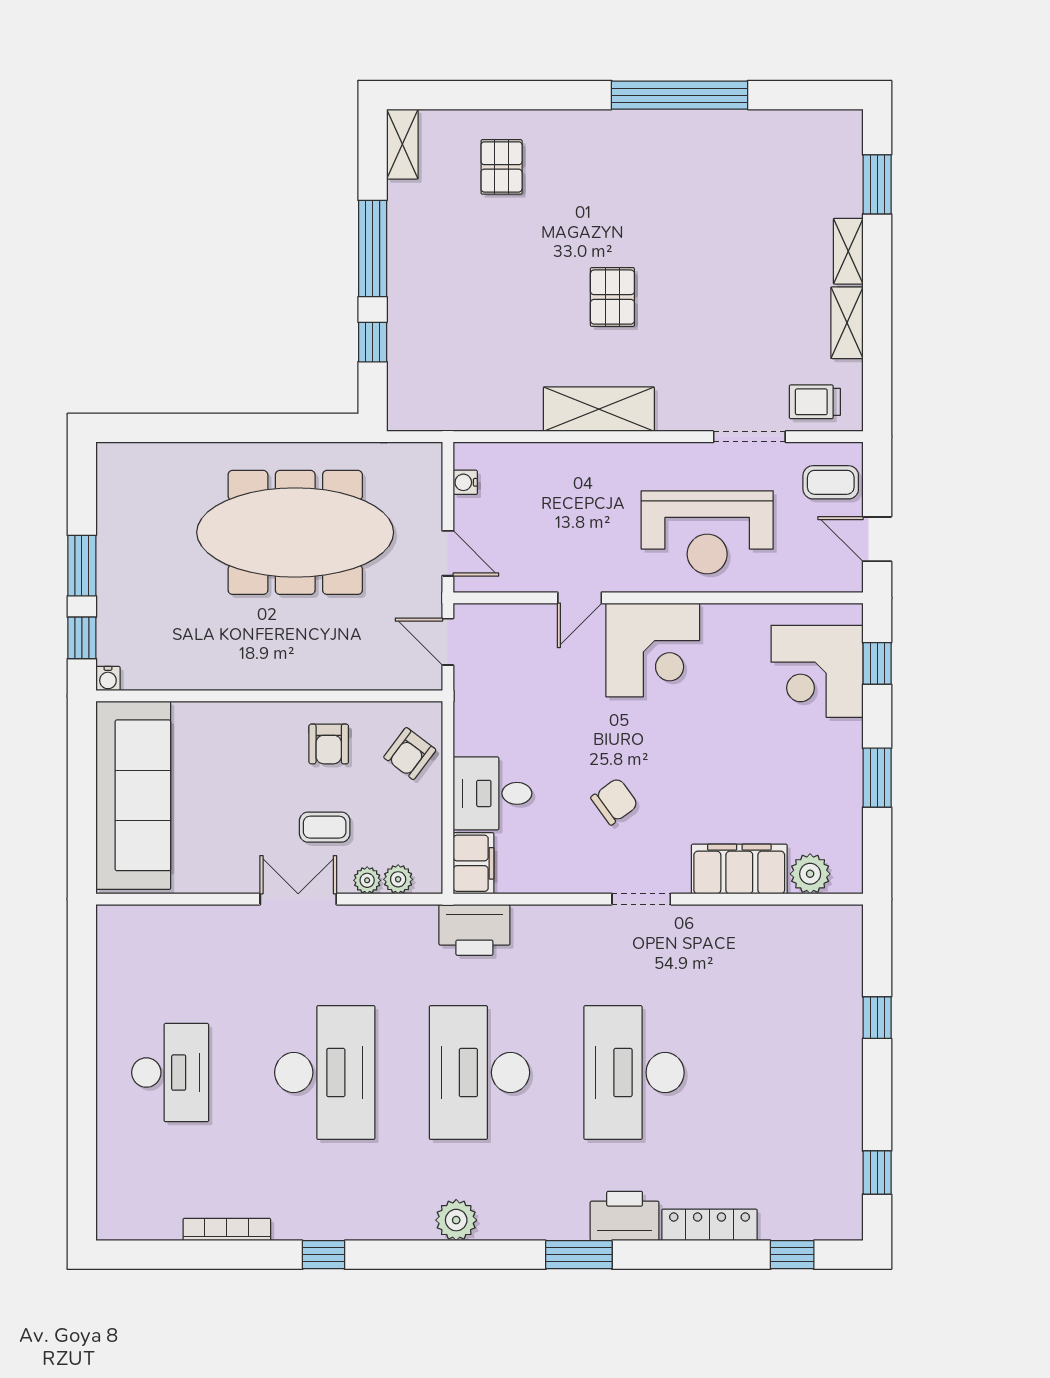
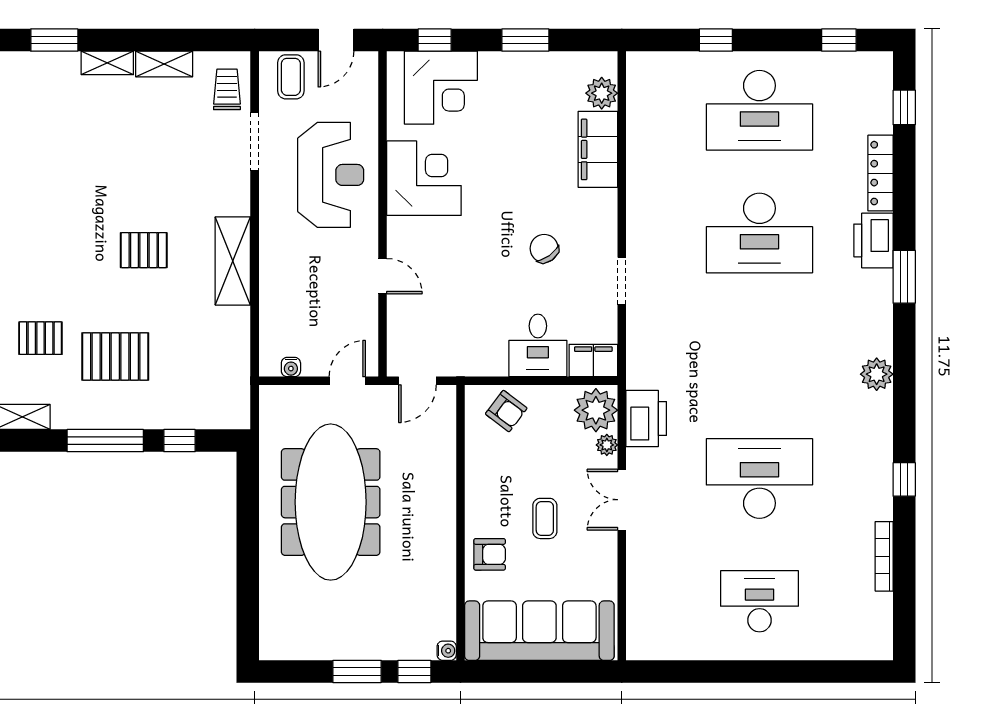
pallet: (478, 261) -> (115, 356), added
trolley: (815, 402) -> (227, 89), turned 180
corner desk: (653, 650) -> (424, 178), moved
armchair: (329, 744) -> (490, 554), moved
coffee table: (325, 827) -> (545, 518), moved
plant: (398, 879) -> (596, 410), width x1.88, depth x1.88
doorway: (641, 899) -> (622, 281), moved
printer: (474, 930) -> (646, 418), moved
desk: (479, 1073) -> (759, 110), moved

